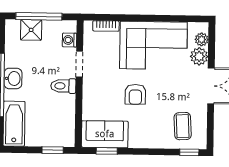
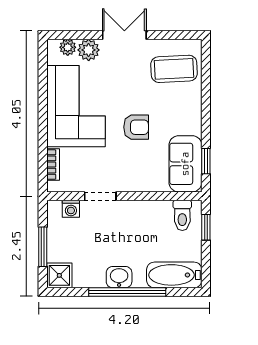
window: (39, 16) -> (43, 247), width x0.69
shower: (31, 30) -> (59, 275), moved
toilet: (63, 86) -> (182, 215), moved
coffee table: (183, 126) -> (174, 69), width x1.36, depth x1.30
window: (189, 152) -> (206, 60), removed

